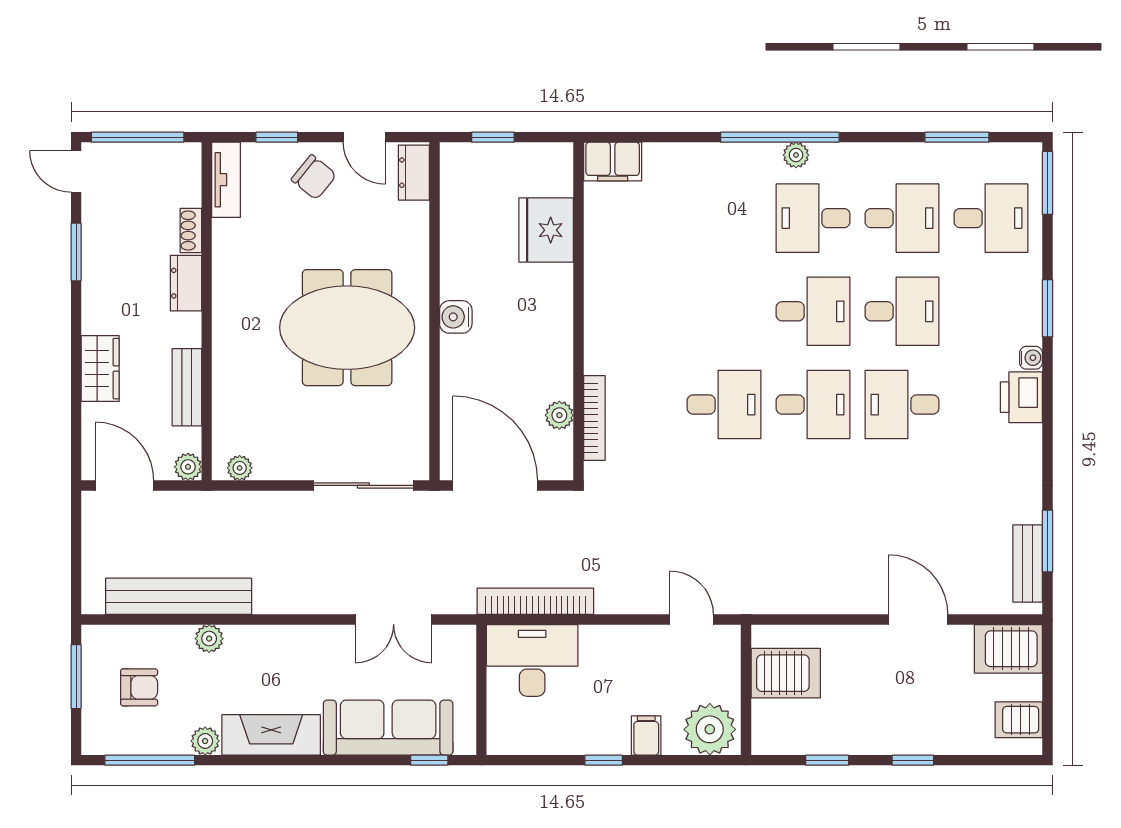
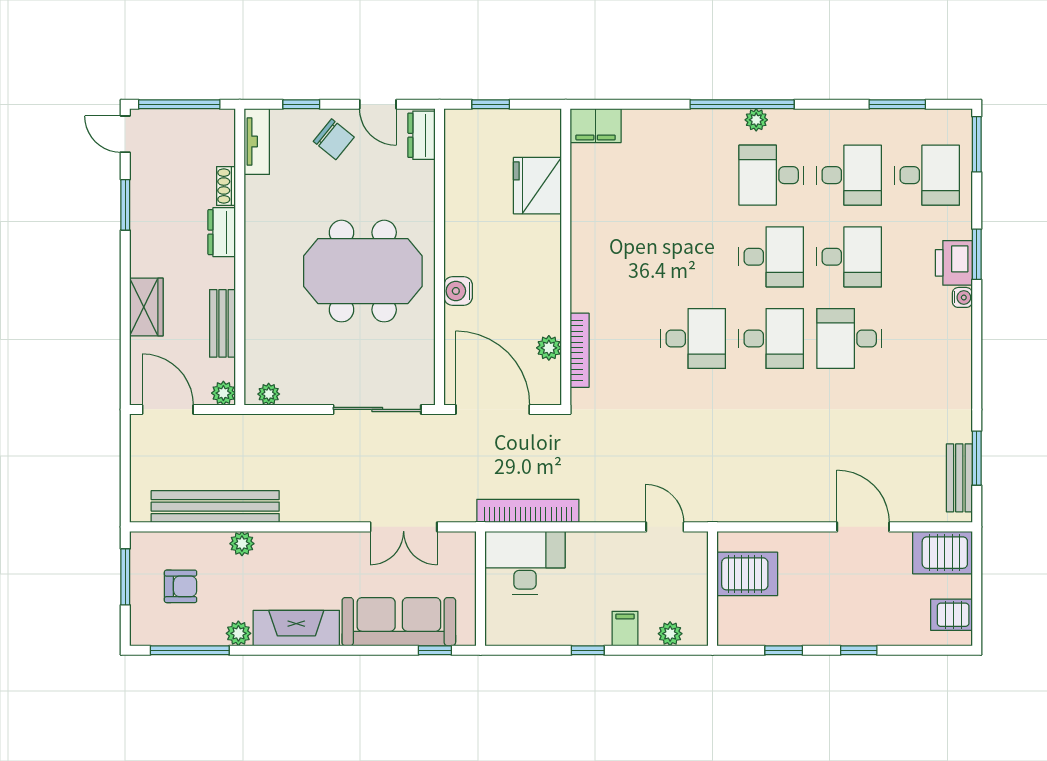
water cooler: (456, 317) -> (458, 291), moved
printer: (1021, 397) -> (954, 263), moved
plant: (710, 729) -> (670, 634), width x0.53, depth x0.53

